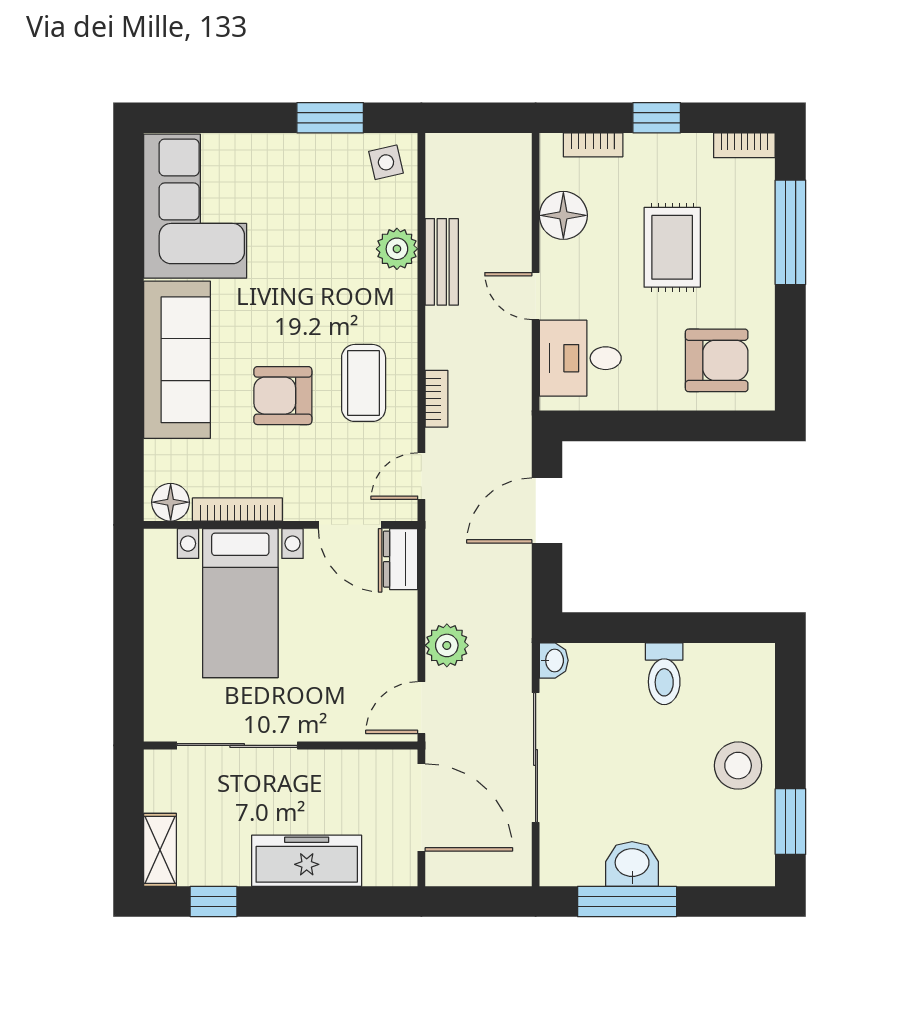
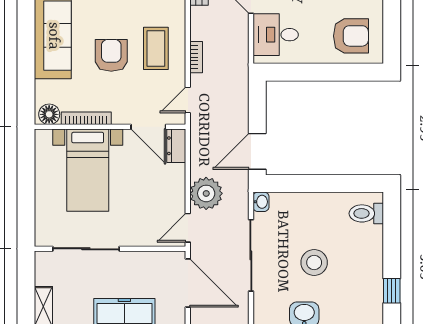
armchair: (283, 396) -> (111, 55), turned 90
door: (547, 511) -> (257, 151), moved
plant: (447, 645) -> (206, 193), width x1.36, depth x1.36
toilet: (664, 674) -> (366, 213), moved, turned 90
stool: (738, 766) -> (314, 262), moved
window: (790, 822) -> (392, 291), width x0.67

